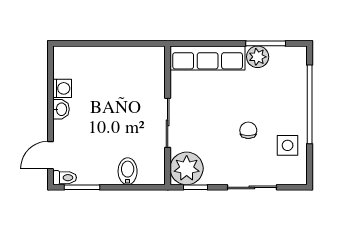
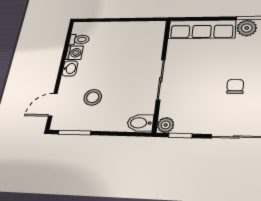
stool: (95, 145) -> (93, 97), added
plant: (187, 168) -> (166, 125), width x0.53, depth x0.53
bidet: (128, 171) -> (140, 123), moved, turned -90
toilet: (65, 178) -> (79, 40), moved

